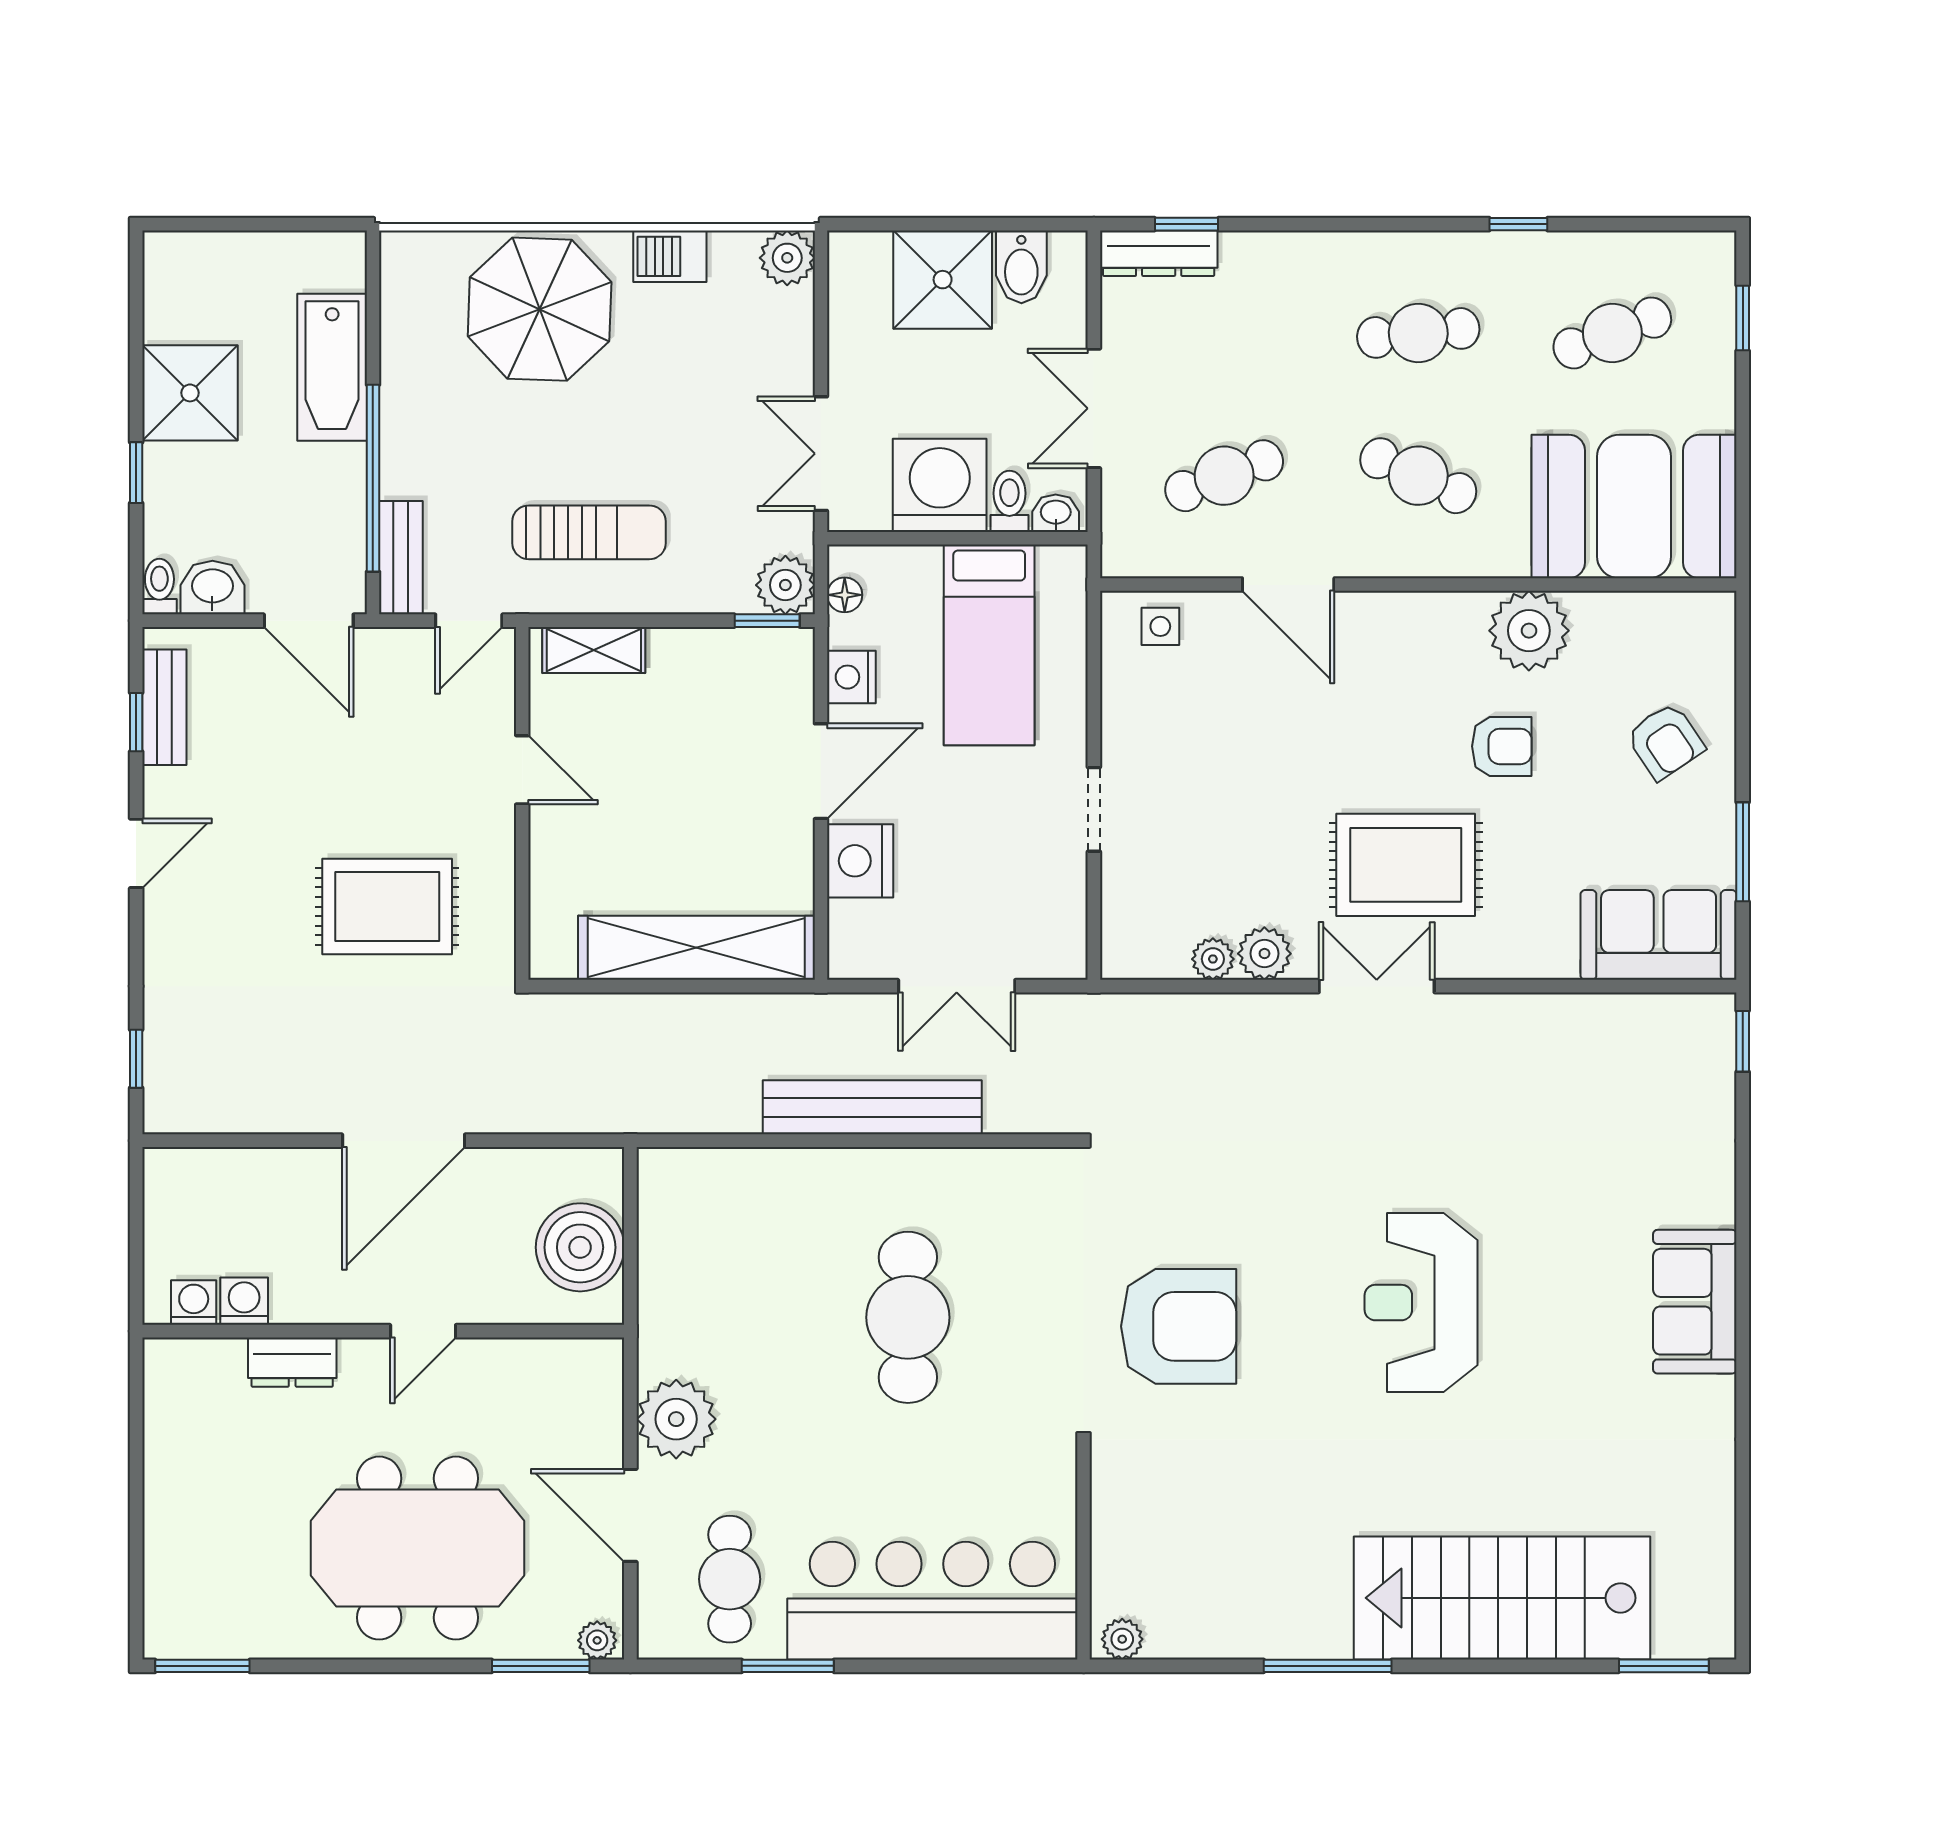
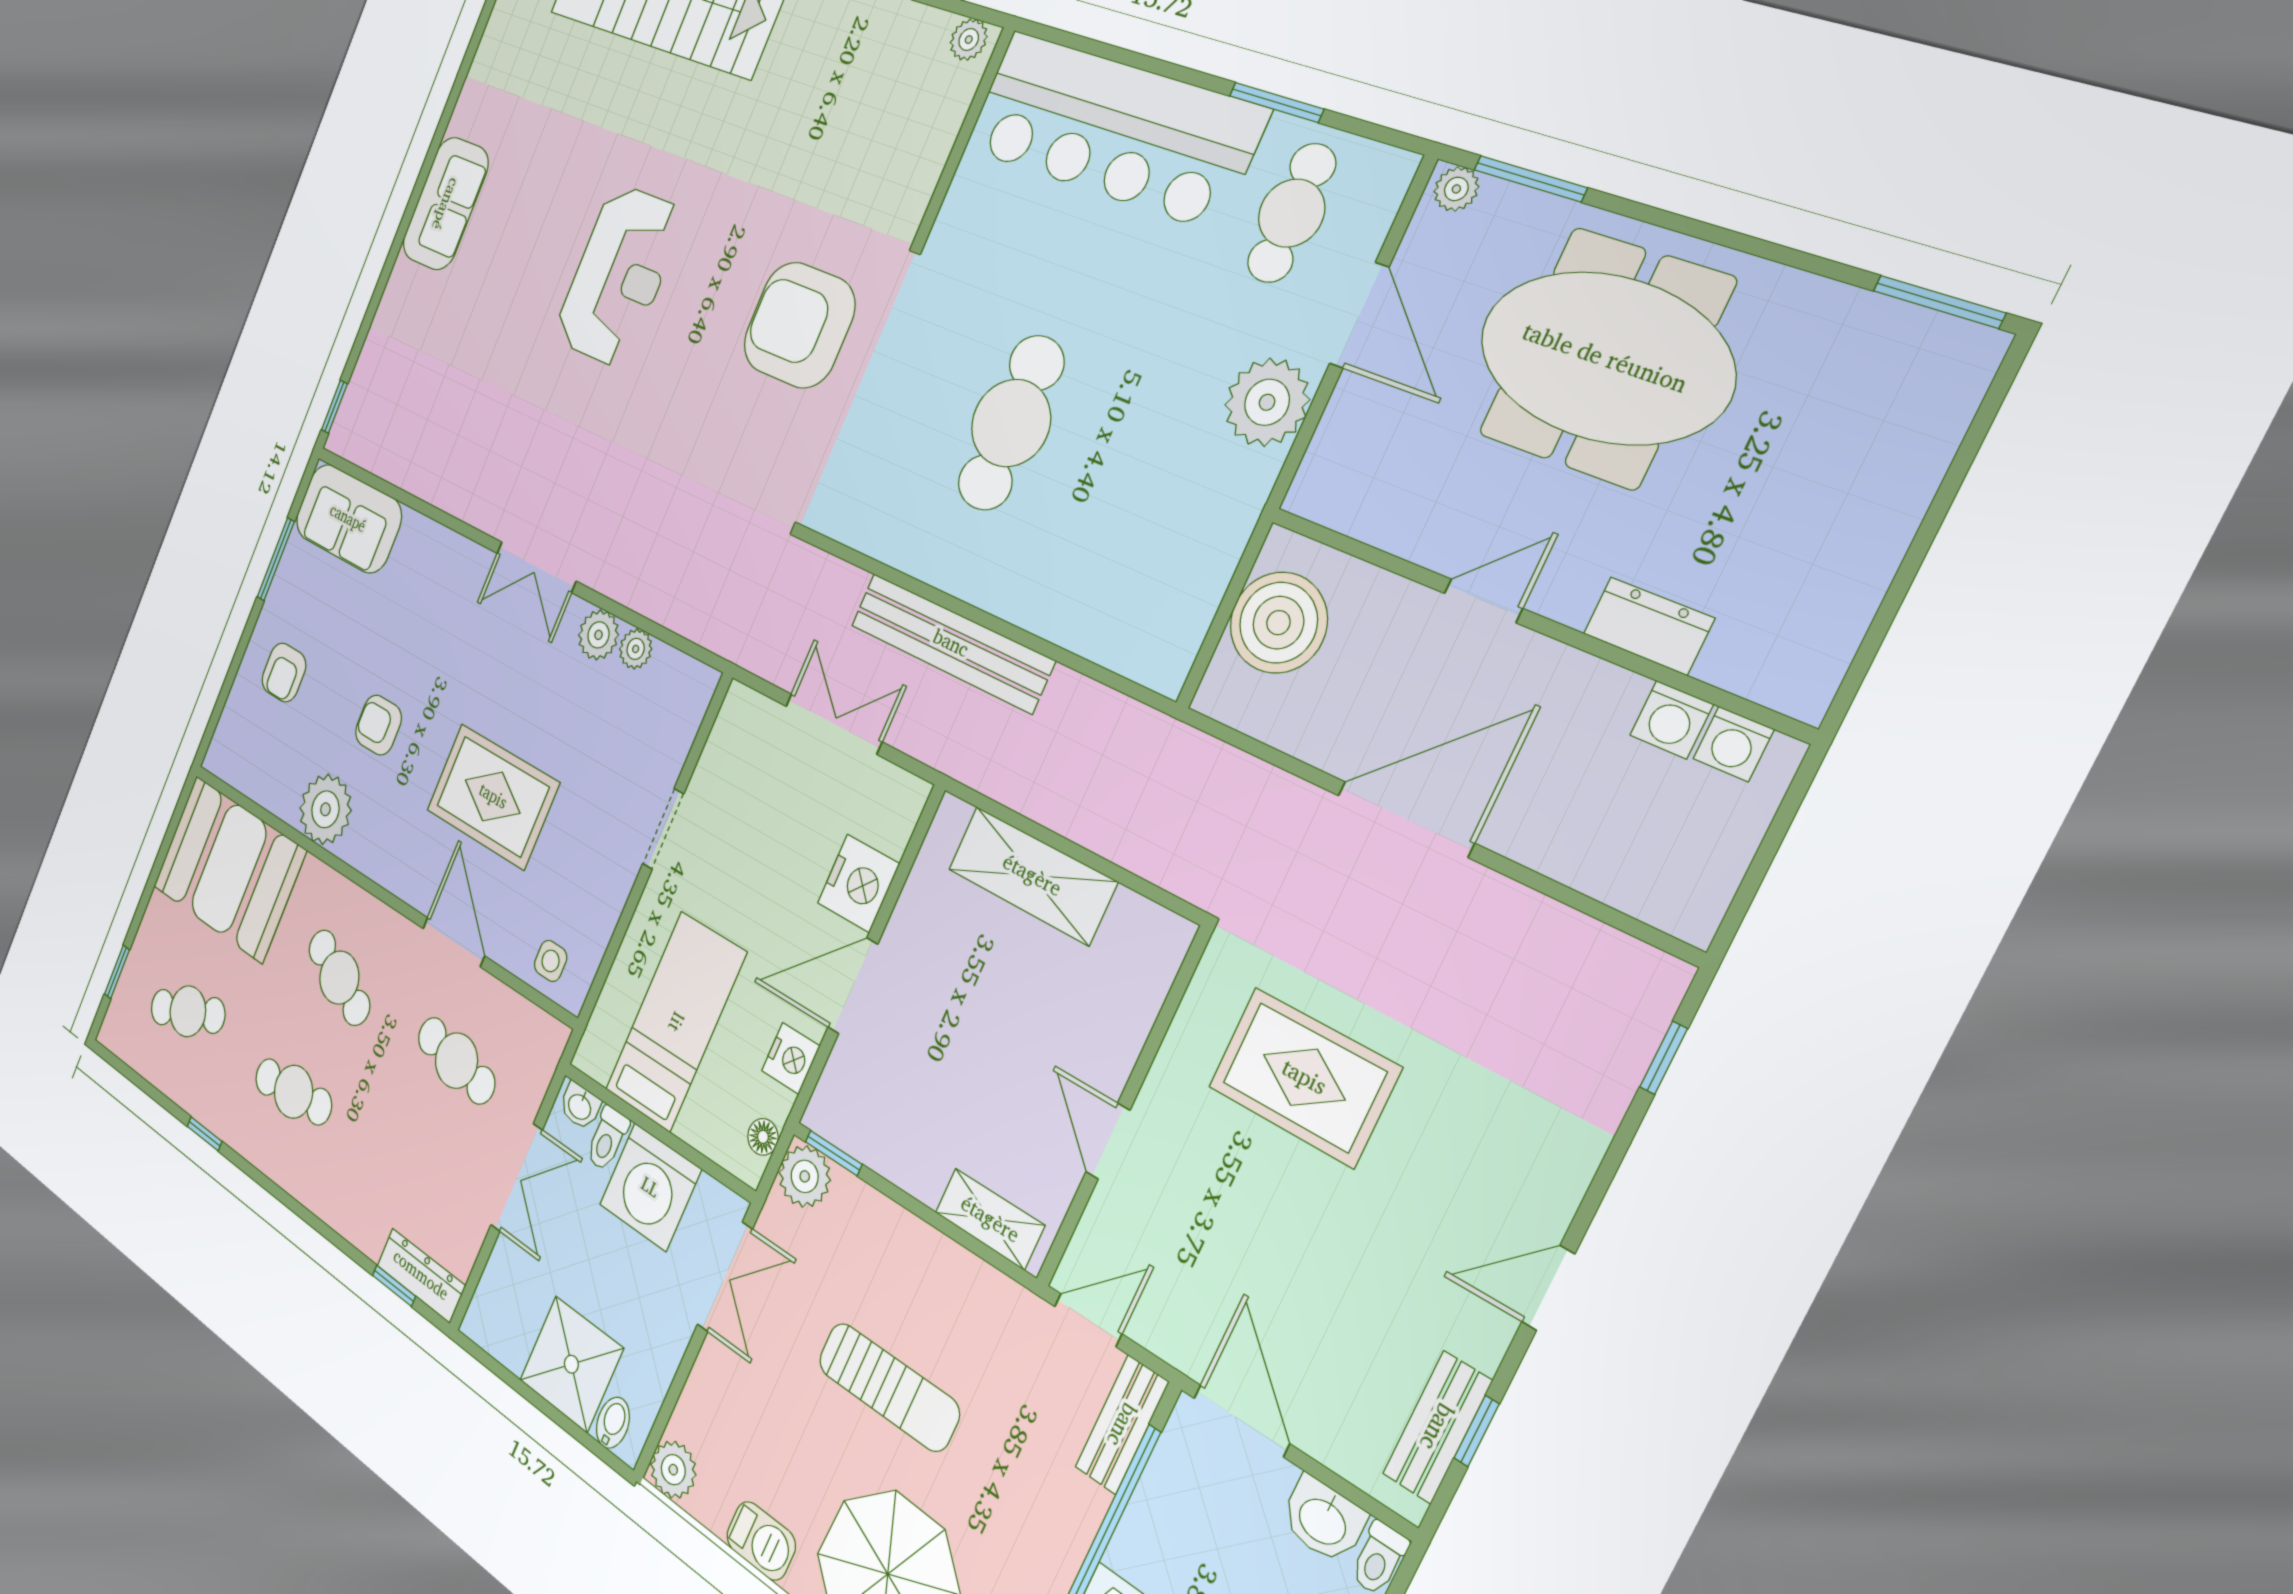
bidet: (1021, 267) -> (613, 1423), moved, width x0.72, depth x0.74
cafe table: (1224, 476) -> (456, 1061), turned 30
sun lounger: (589, 532) -> (889, 1387), moved, turned 180
armchair: (1665, 741) -> (284, 672), turned -146
rug: (1406, 865) -> (493, 796), moved
shelving: (696, 948) -> (1032, 875), width x0.68

